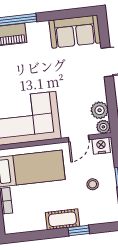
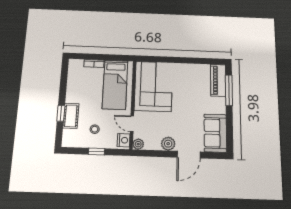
plant: (100, 110) -> (168, 144), moved
cot: (62, 219) -> (71, 116), moved

